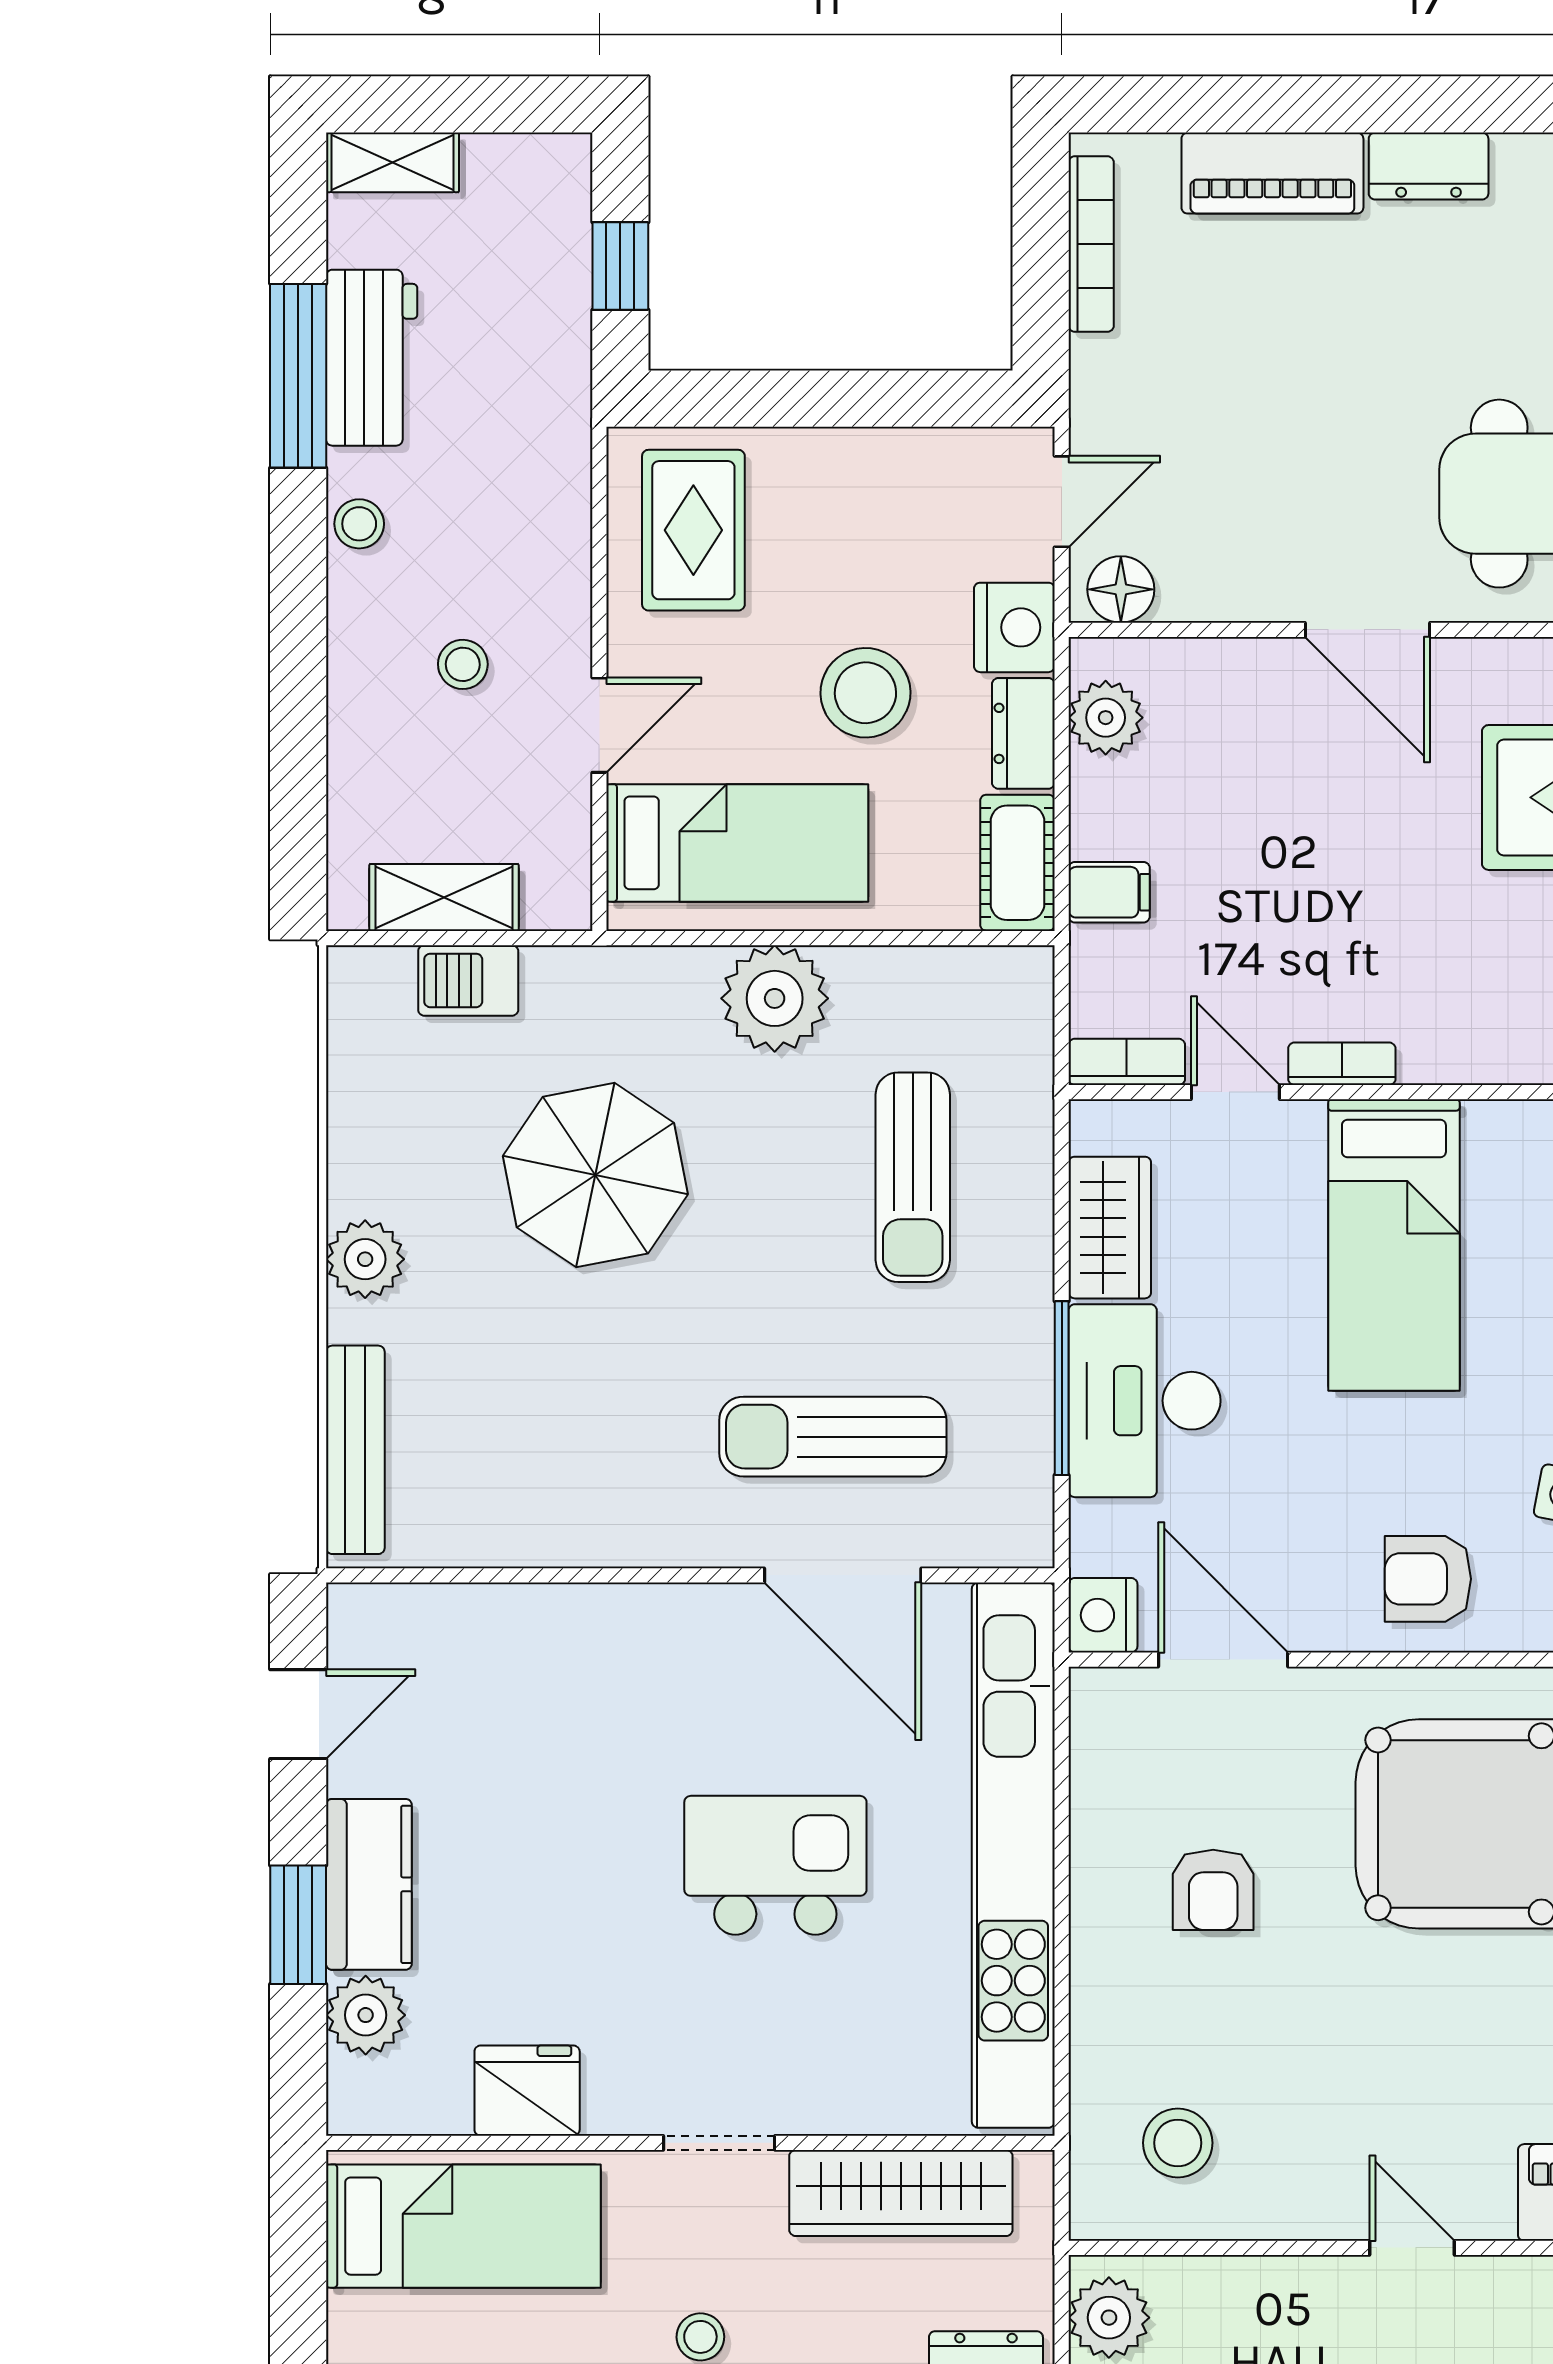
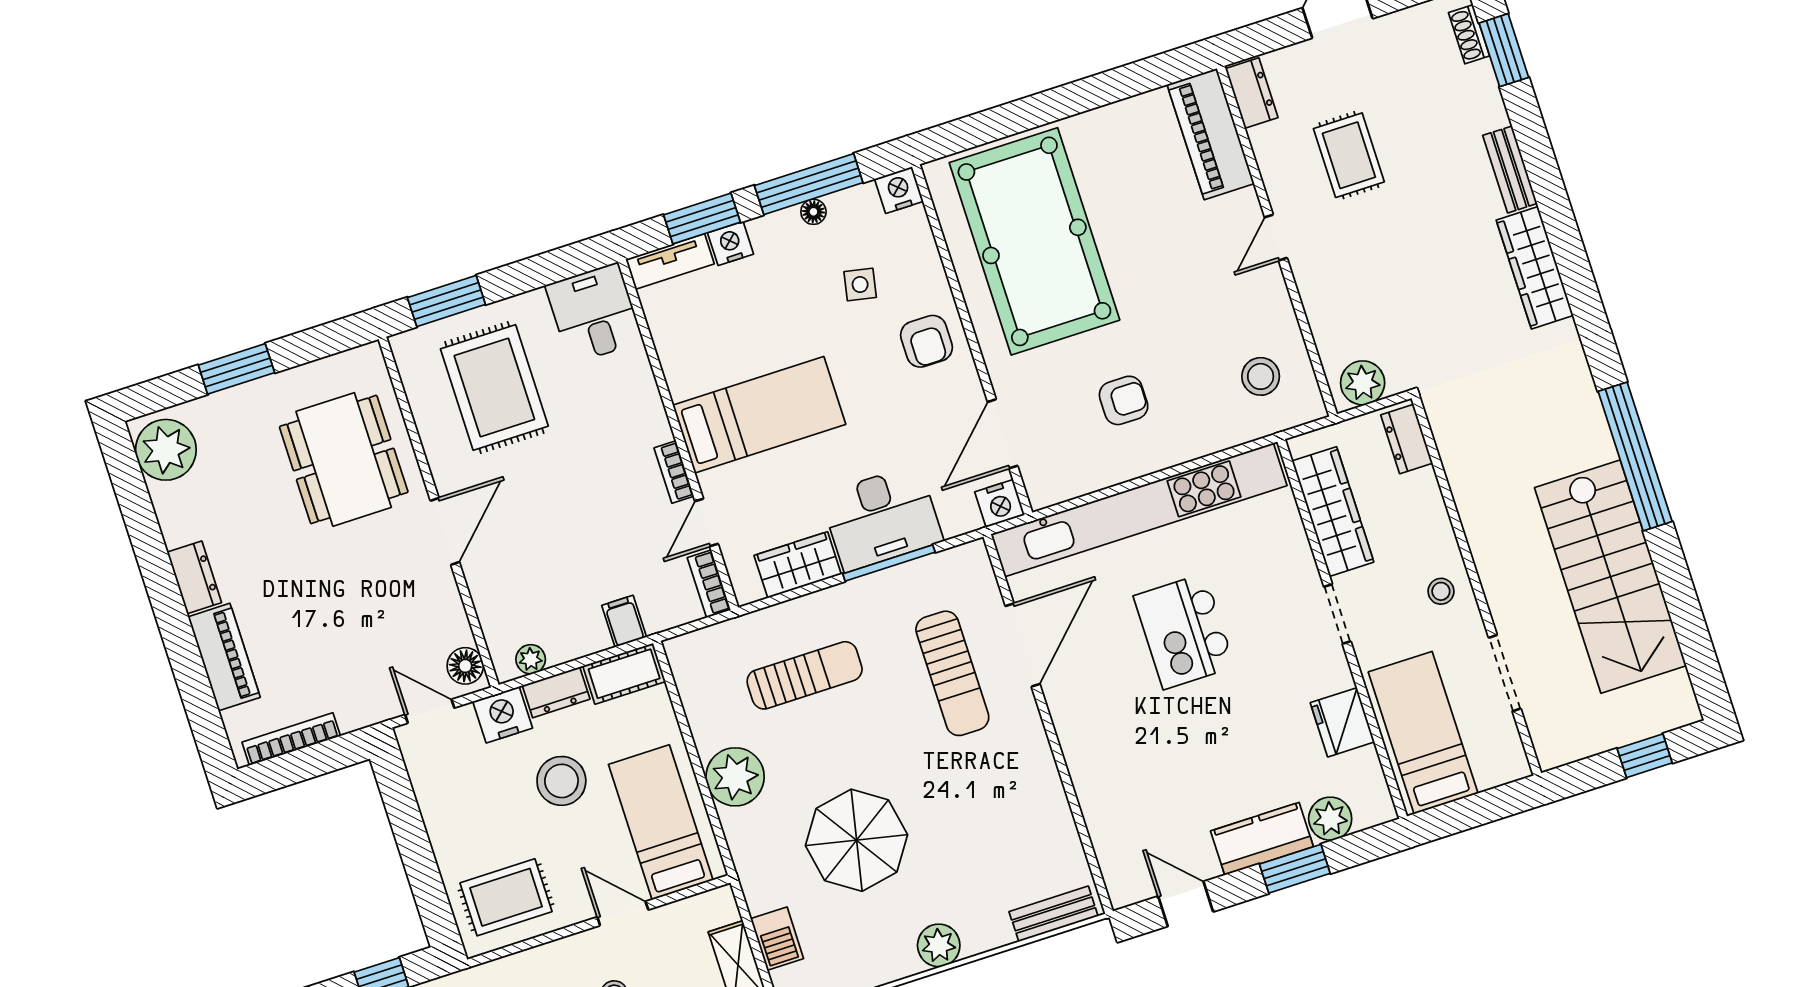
plant: (1106, 718) -> (531, 659), width x0.73, depth x0.73
bench: (355, 1450) -> (1054, 914), width x0.73

